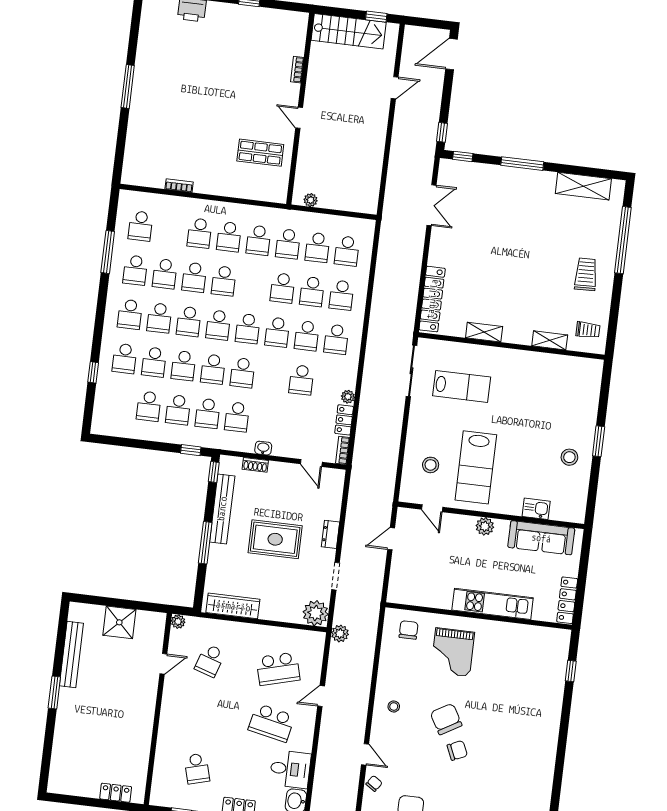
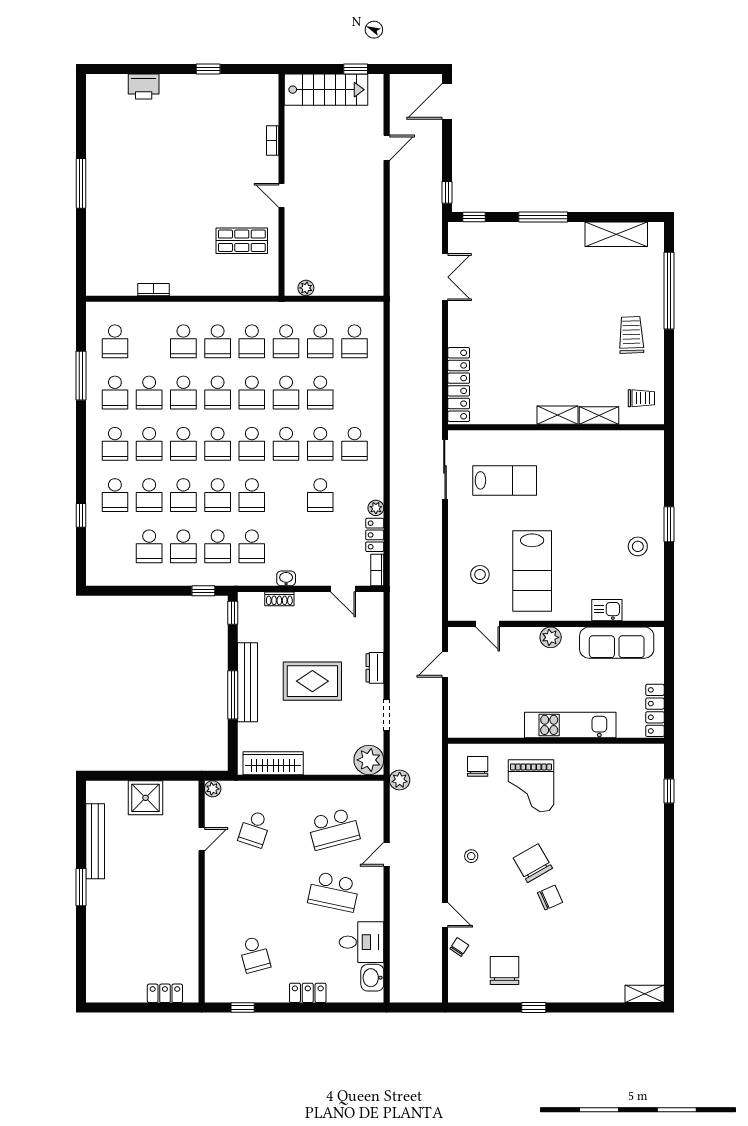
school desk: (342, 295) -> (252, 393), moved
shelving: (484, 332) -> (557, 415), moved
bench: (222, 509) -> (247, 682), moved

